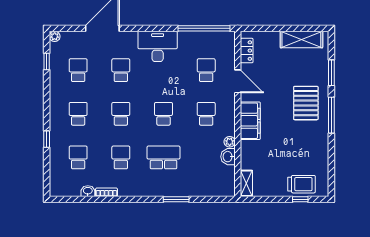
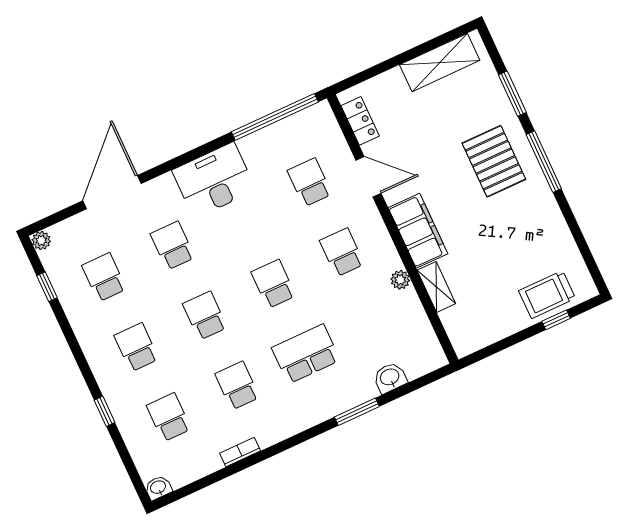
washbasin: (228, 157) -> (390, 378), moved, turned 90
shelving: (246, 183) -> (436, 287), moved
trolley: (301, 184) -> (547, 295), turned 180
washbasin: (88, 191) -> (158, 488), moved

